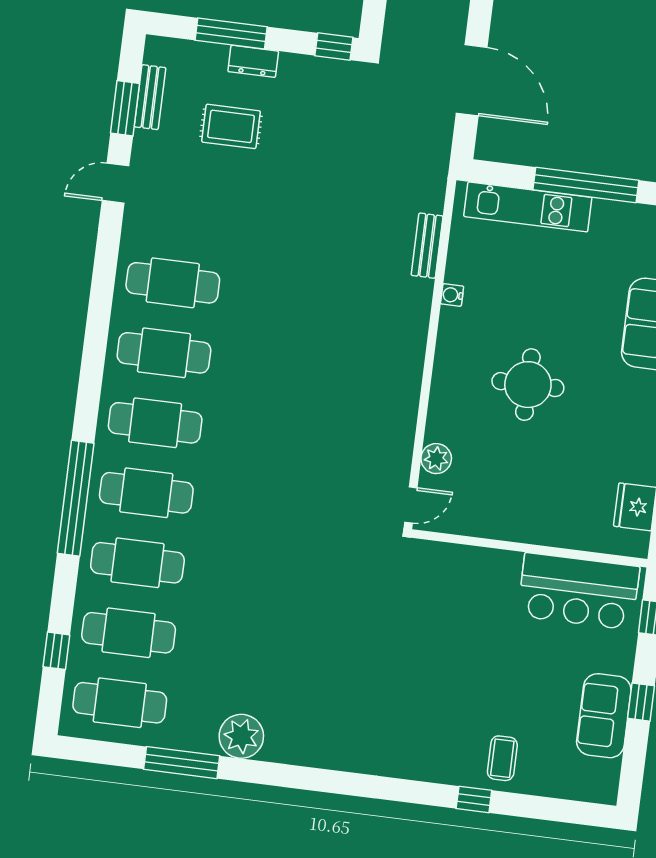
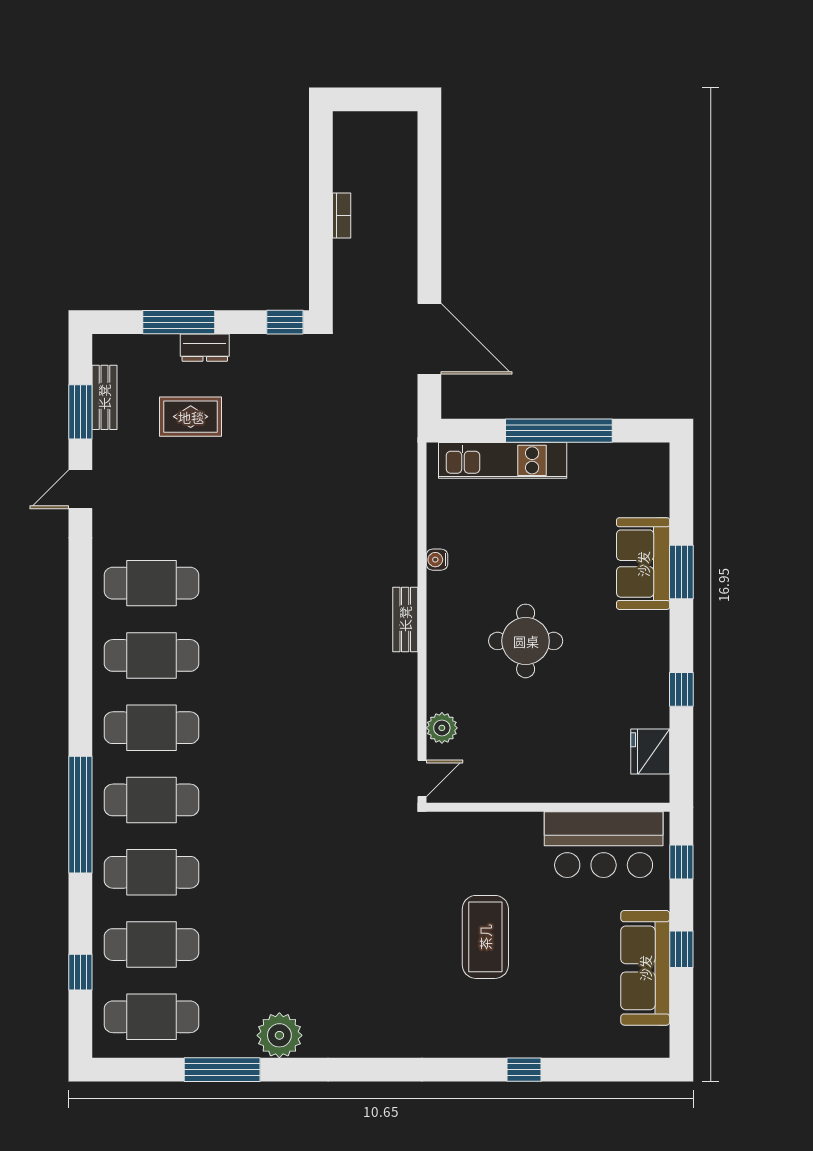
bench: (427, 246) -> (405, 619), moved
sofa: (604, 716) -> (645, 968), width x1.36
coffee table: (502, 758) -> (485, 937), moved, width x1.86, depth x1.72

